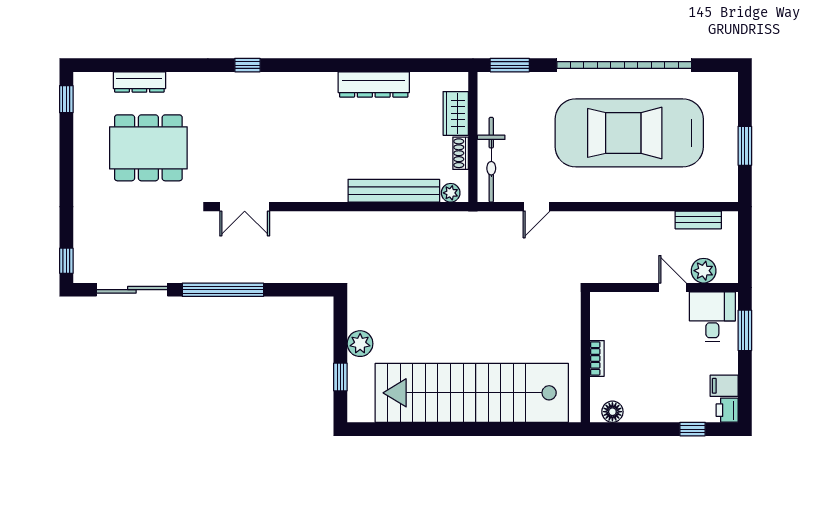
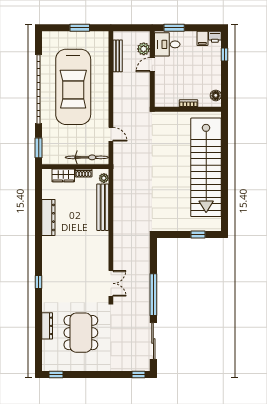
dresser: (139, 82) -> (47, 326), moved
bench: (698, 220) -> (118, 56), width x1.36
plant: (360, 344) -> (181, 224), removed

